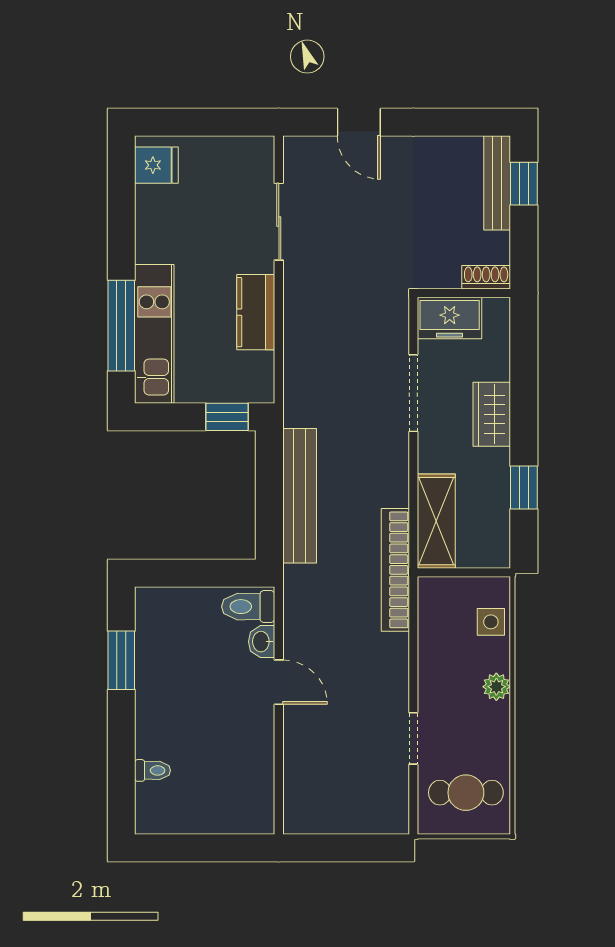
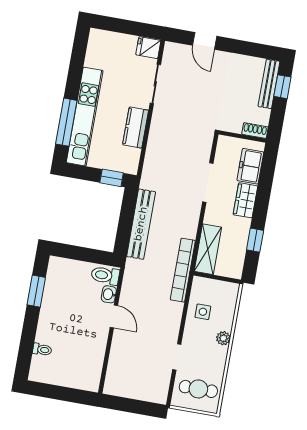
fridge: (156, 165) -> (148, 48), moved, turned 180
freezer: (450, 318) -> (250, 166), moved, turned 90
kitchen unit: (154, 334) -> (85, 117), width x1.36
side table: (491, 622) -> (203, 312), moved

